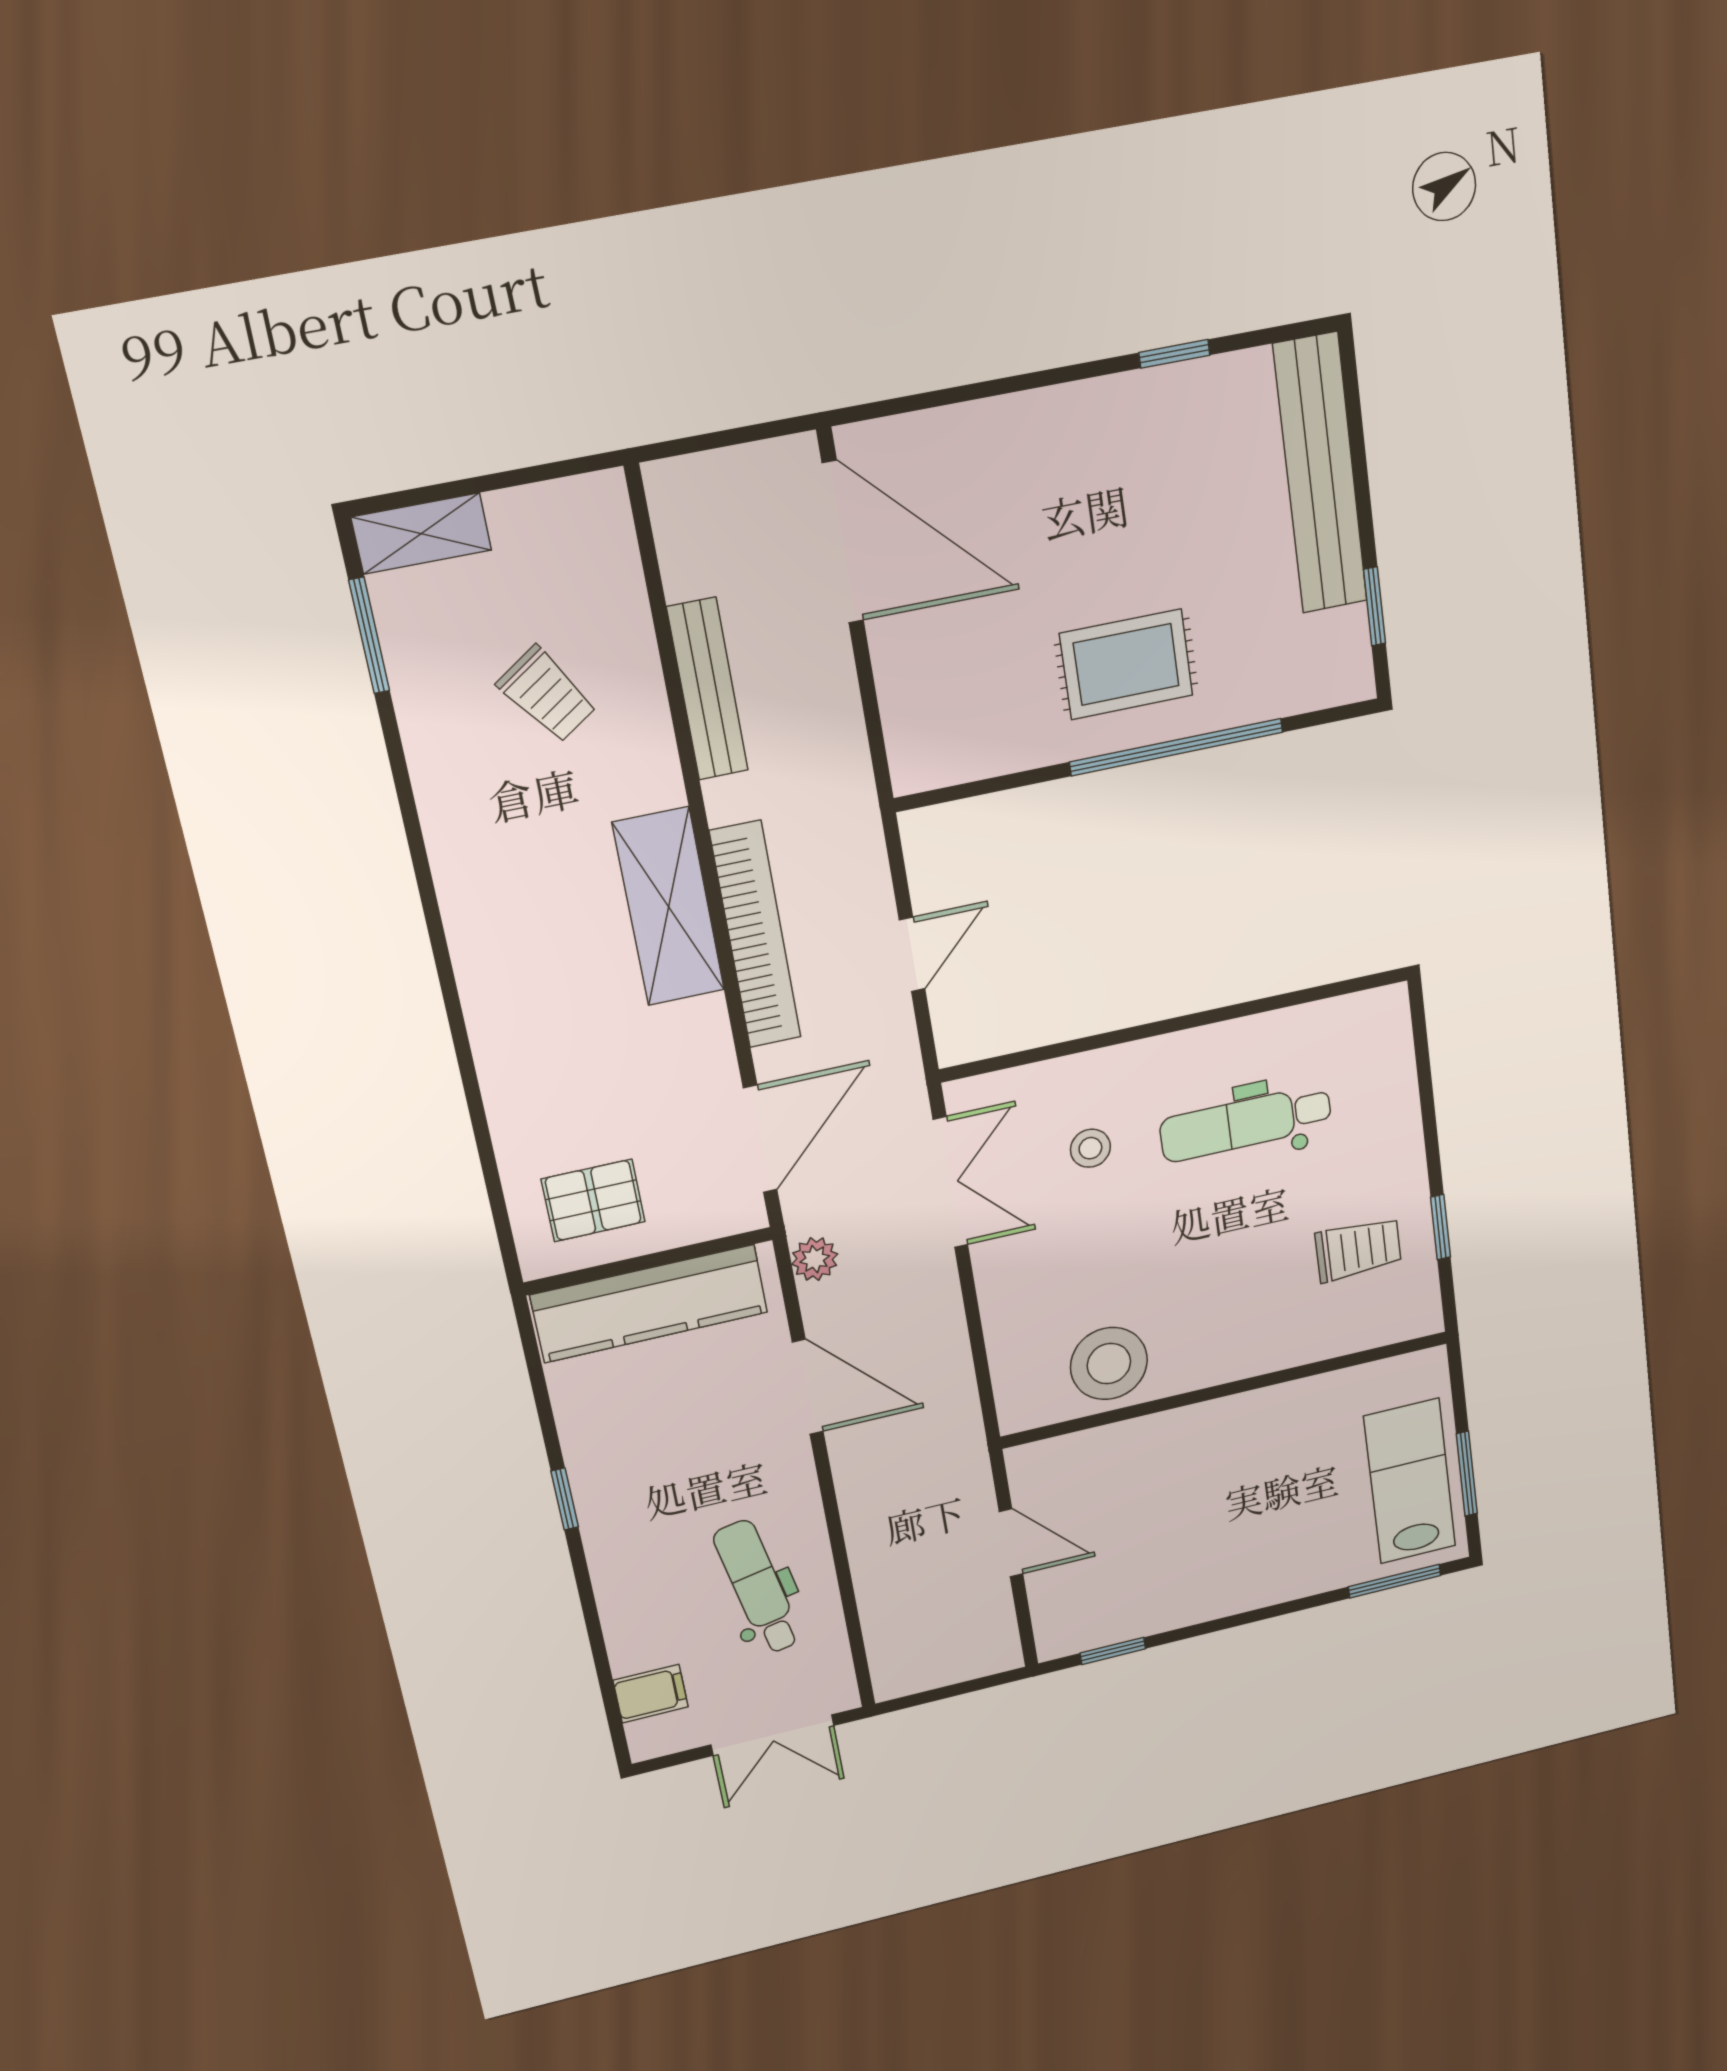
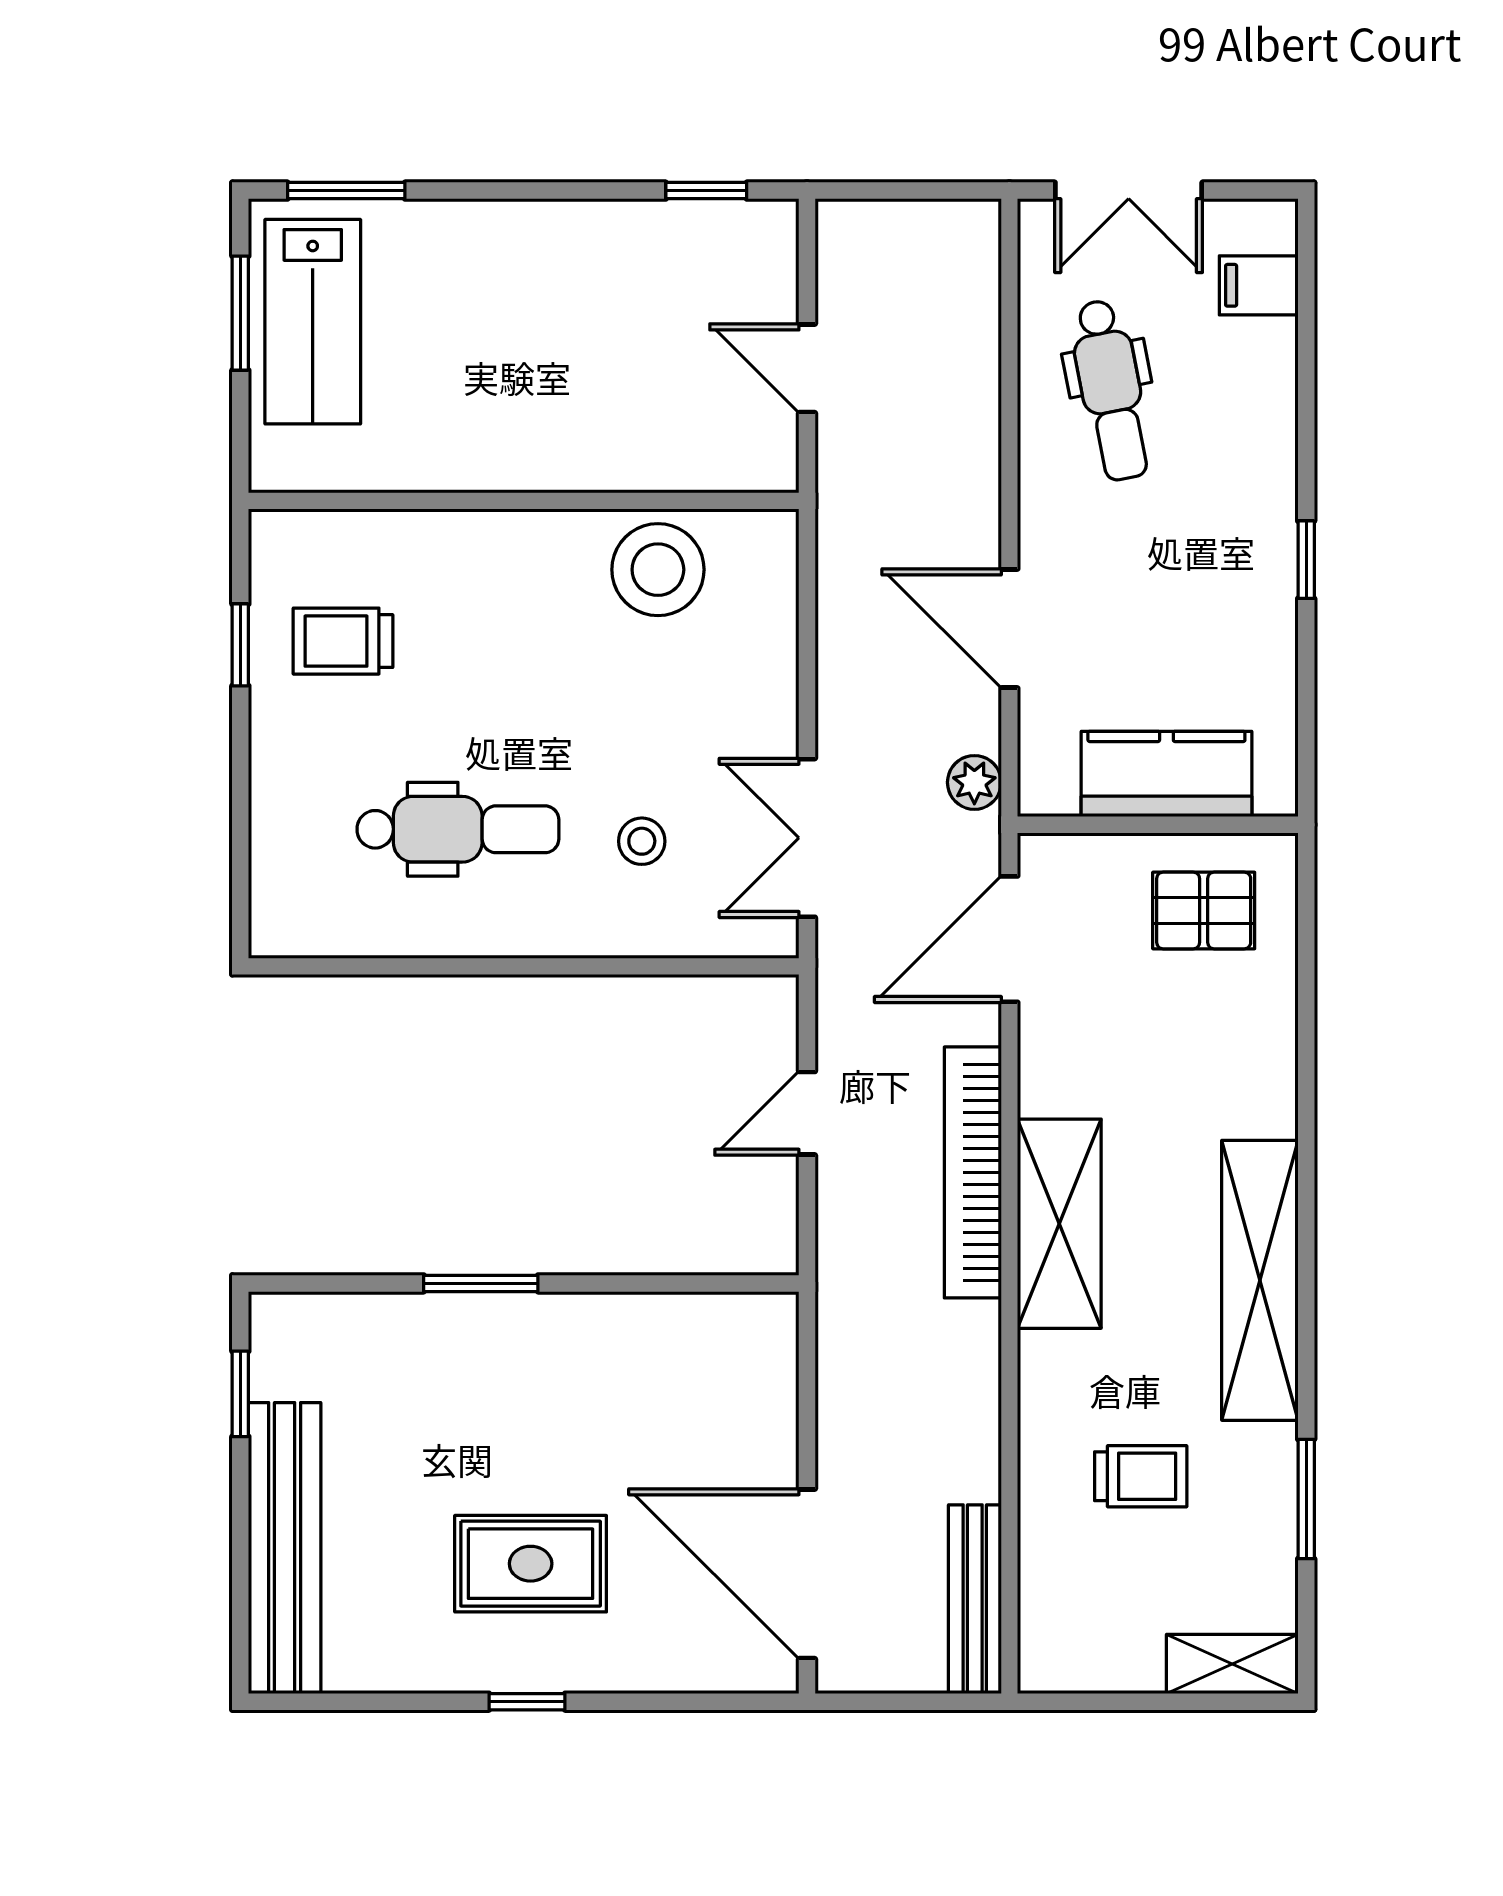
window: (1174, 354) -> (527, 1702), moved
window: (369, 635) -> (1306, 1499), moved
rug: (1126, 664) -> (531, 1564), moved
bench: (707, 689) -> (975, 1599), moved
trolley: (547, 694) -> (1141, 1476), turned 124
window: (1176, 747) -> (481, 1283), width x0.47
shelving: (473, 895) -> (1260, 1280), added
kitchen counter: (649, 1304) -> (1166, 774), width x0.67
double door: (773, 1735) -> (1129, 191), swing flipped

